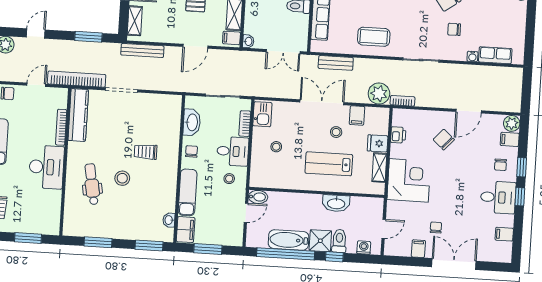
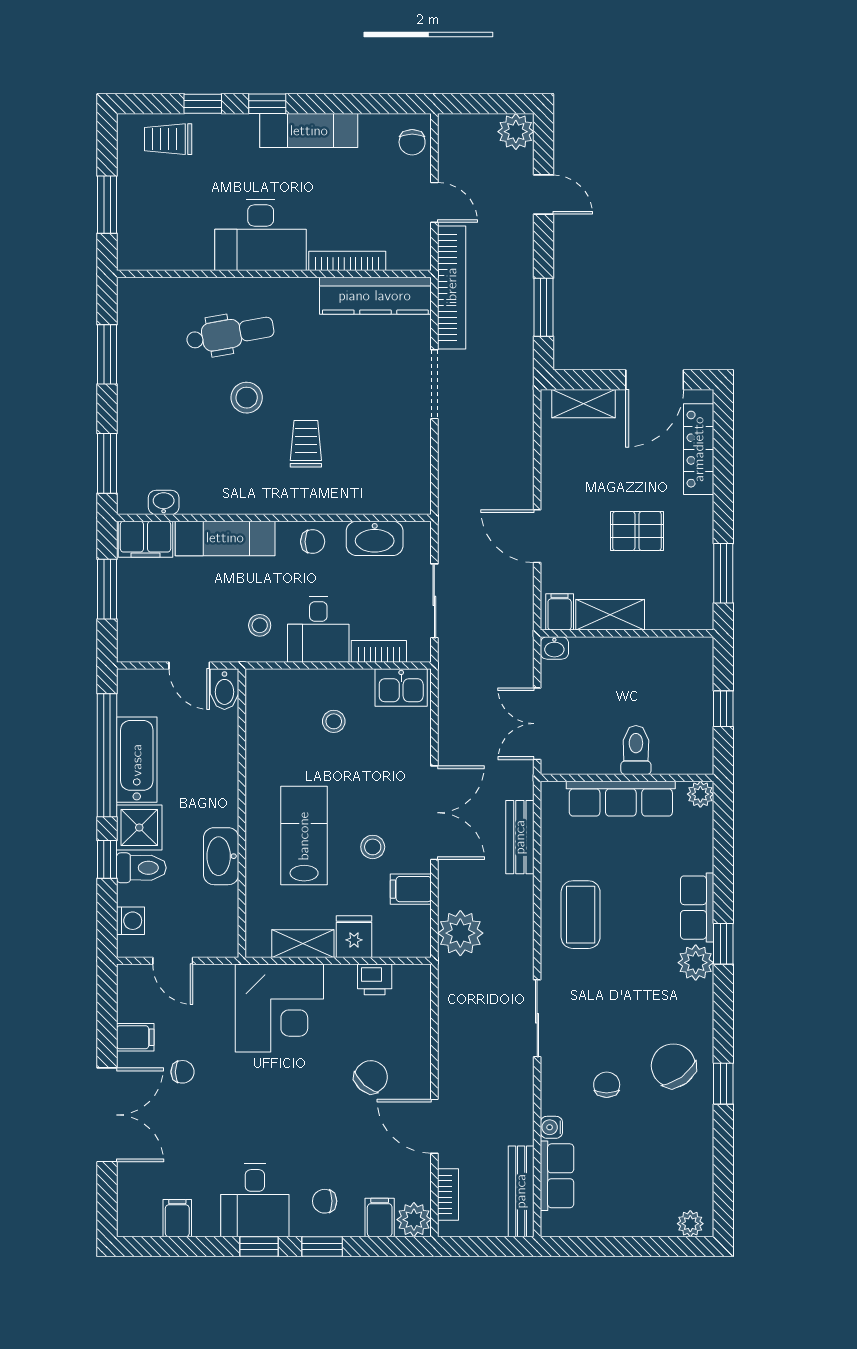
bench: (142, 50) -> (521, 1191), moved
bookcase: (403, 101) -> (448, 1195), moved

